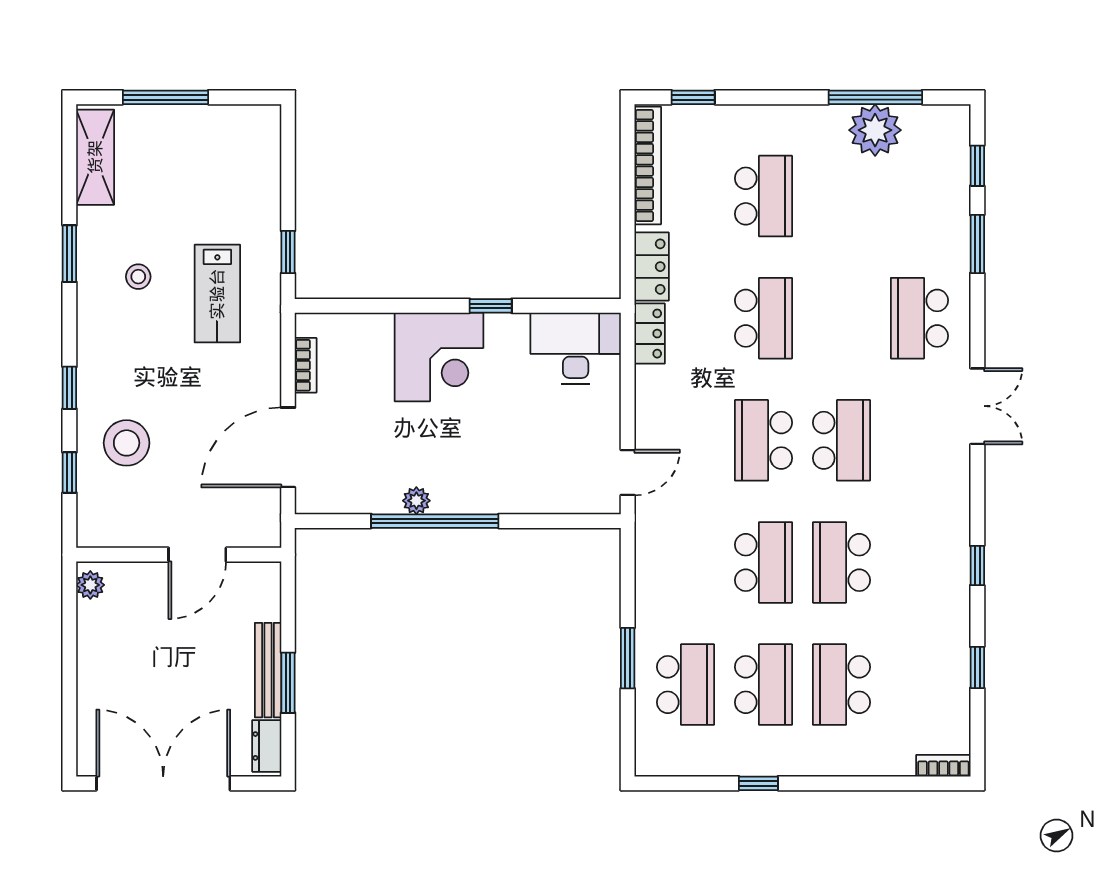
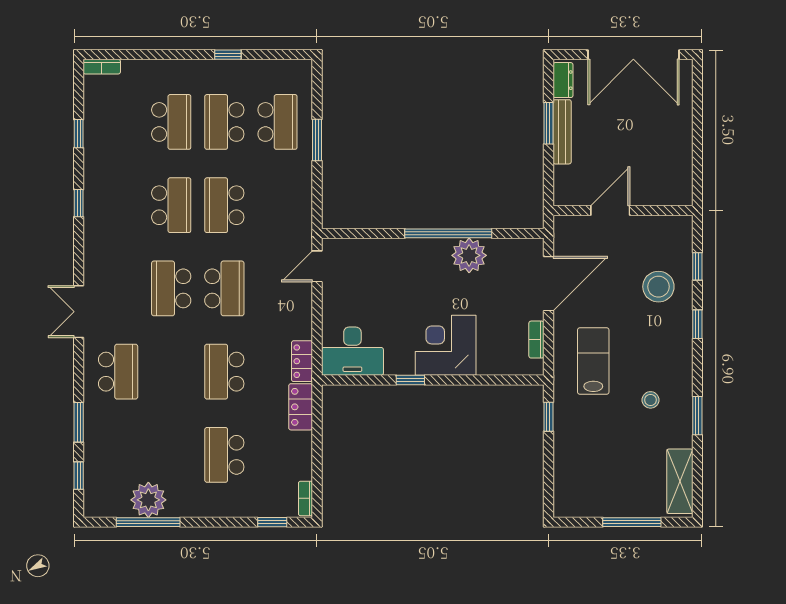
bookcase: (648, 166) -> (305, 498), width x0.43, depth x0.76
lab bench: (217, 294) -> (593, 361), moved
plant: (416, 501) -> (469, 255), width x1.88, depth x1.88
plant: (90, 585) -> (683, 190), removed
school desk: (686, 685) -> (278, 122), turned 180

